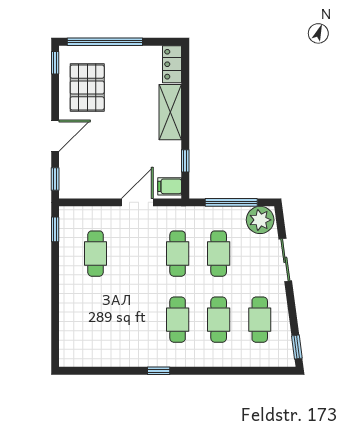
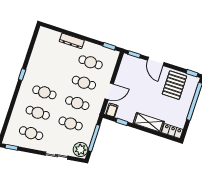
pallet: (87, 88) -> (174, 85), turned 90
door: (137, 202) -> (109, 91), hinge flipped
cafe table: (137, 254) -> (84, 83), added
dresser: (68, 301) -> (72, 41), added

